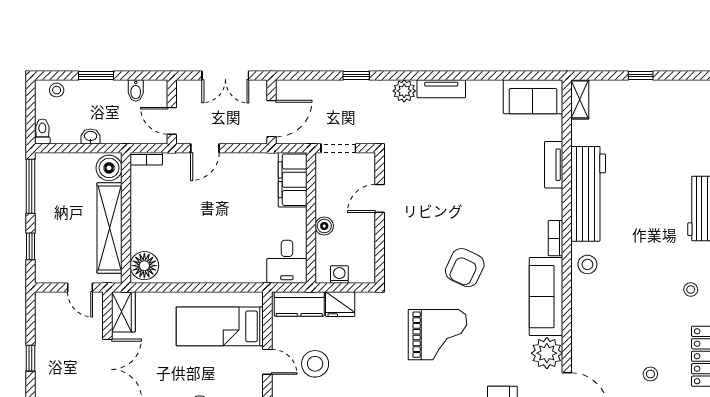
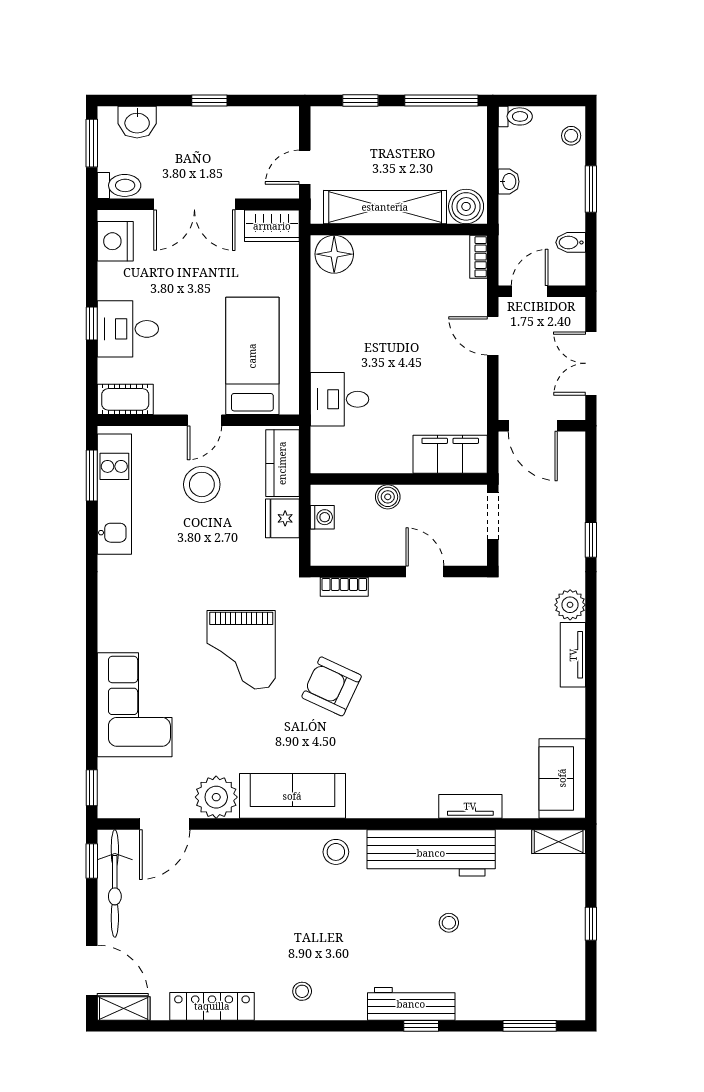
bookcase: (555, 238) -> (344, 587), moved, turned 180
desk: (287, 262) -> (340, 399), moved
stool: (650, 374) -> (449, 923), moved

